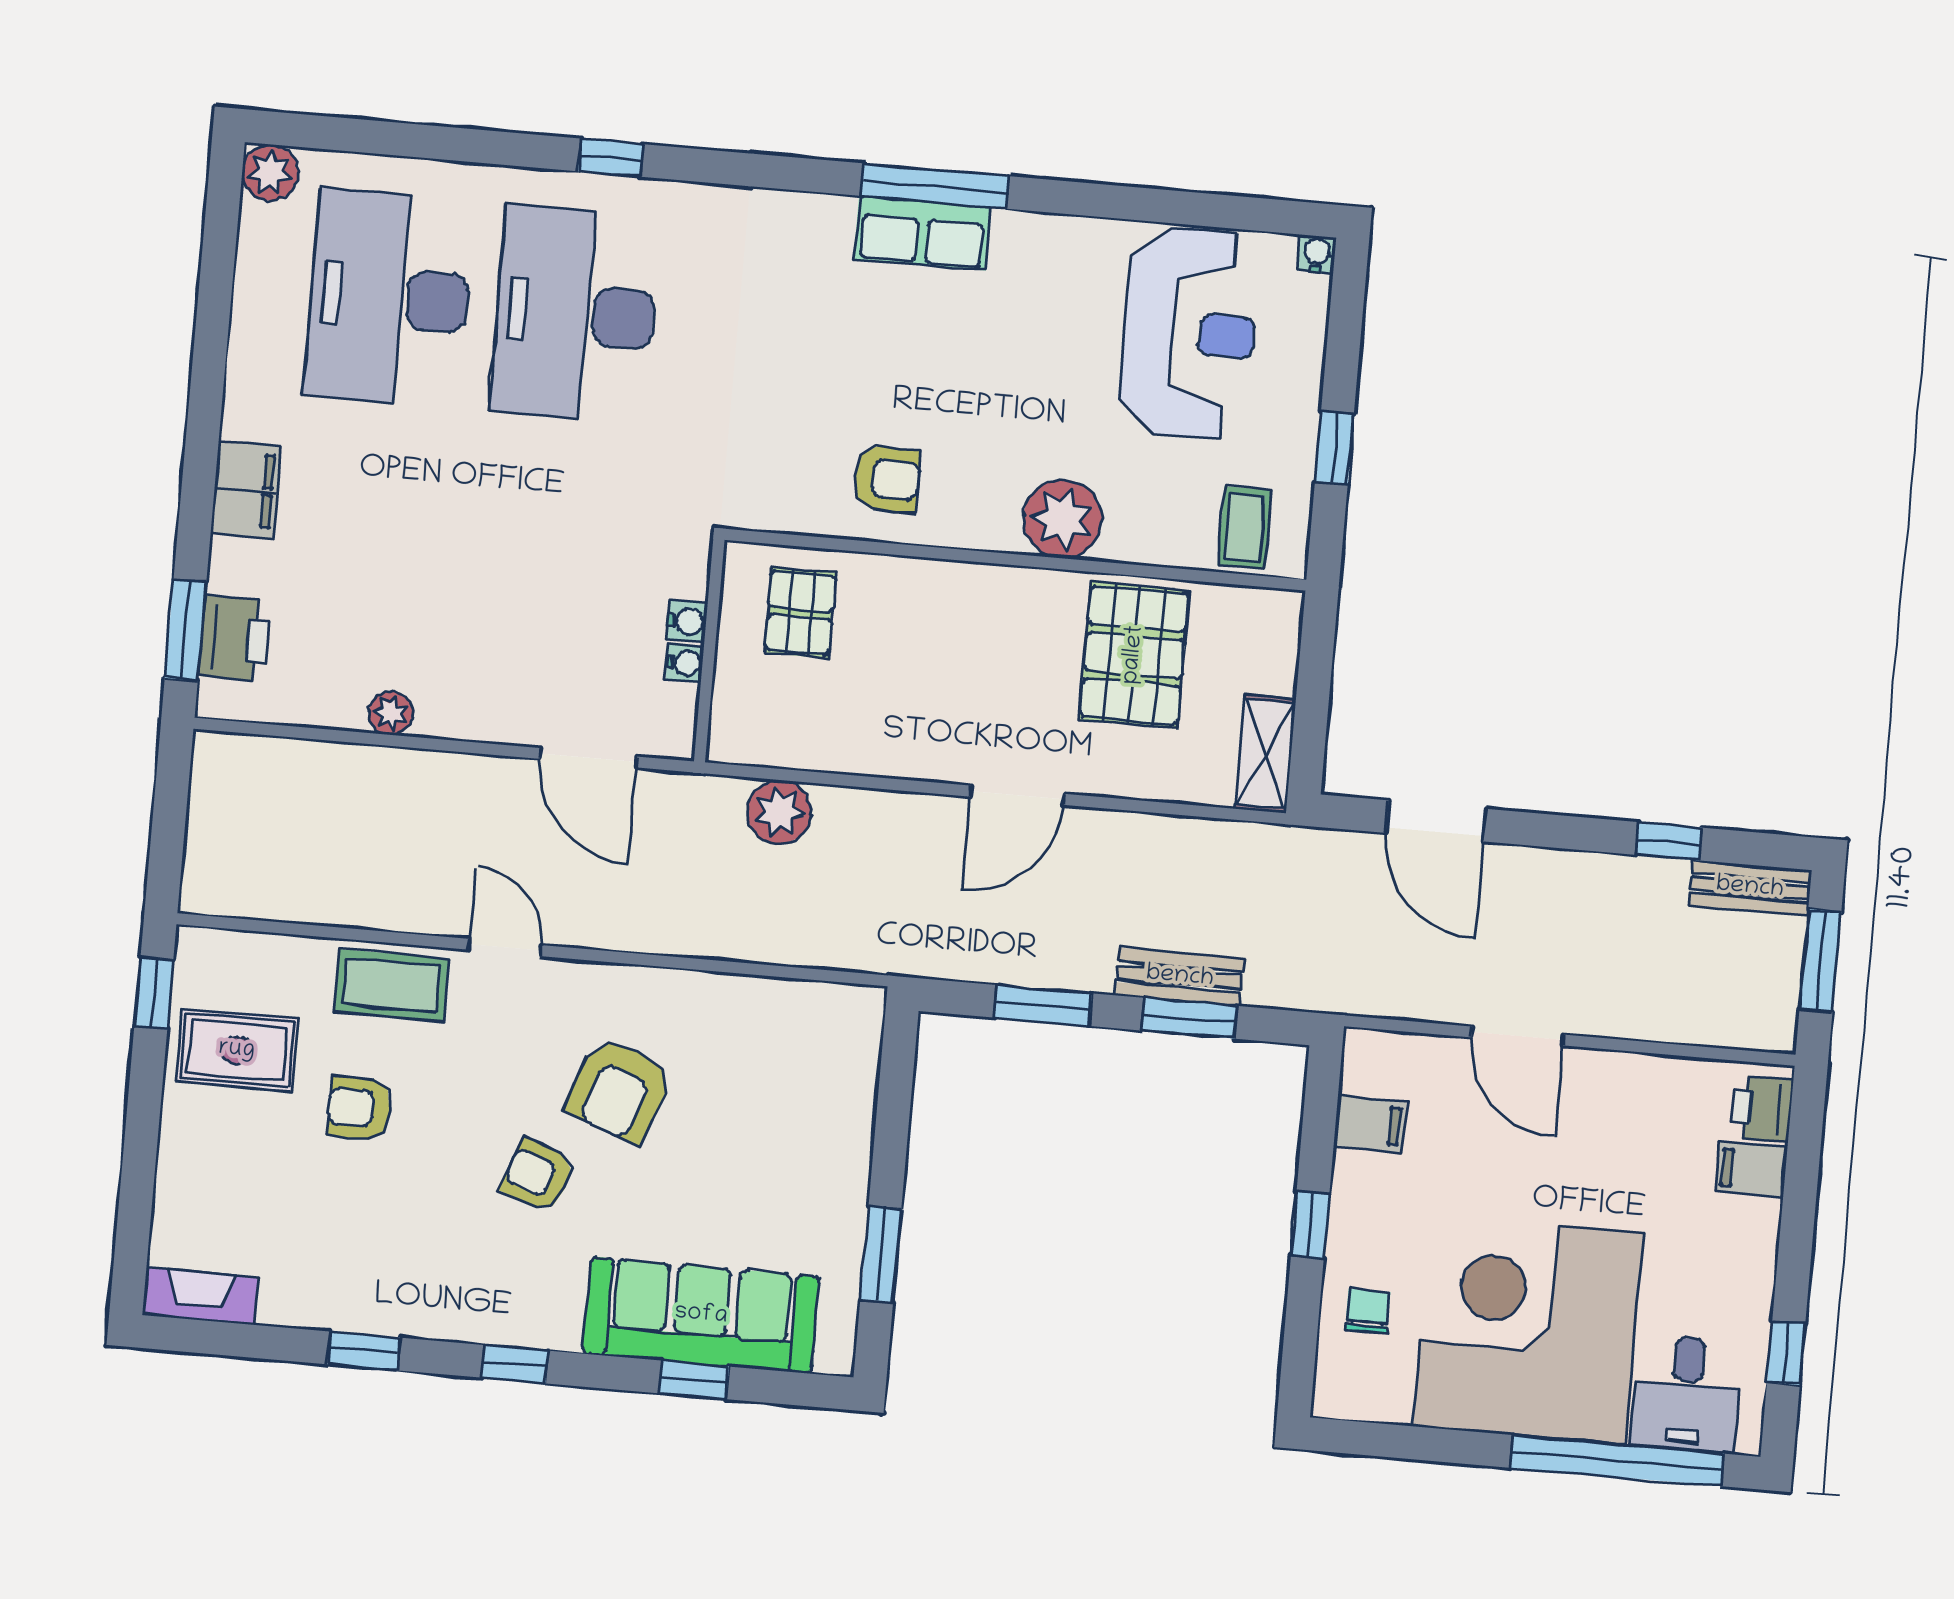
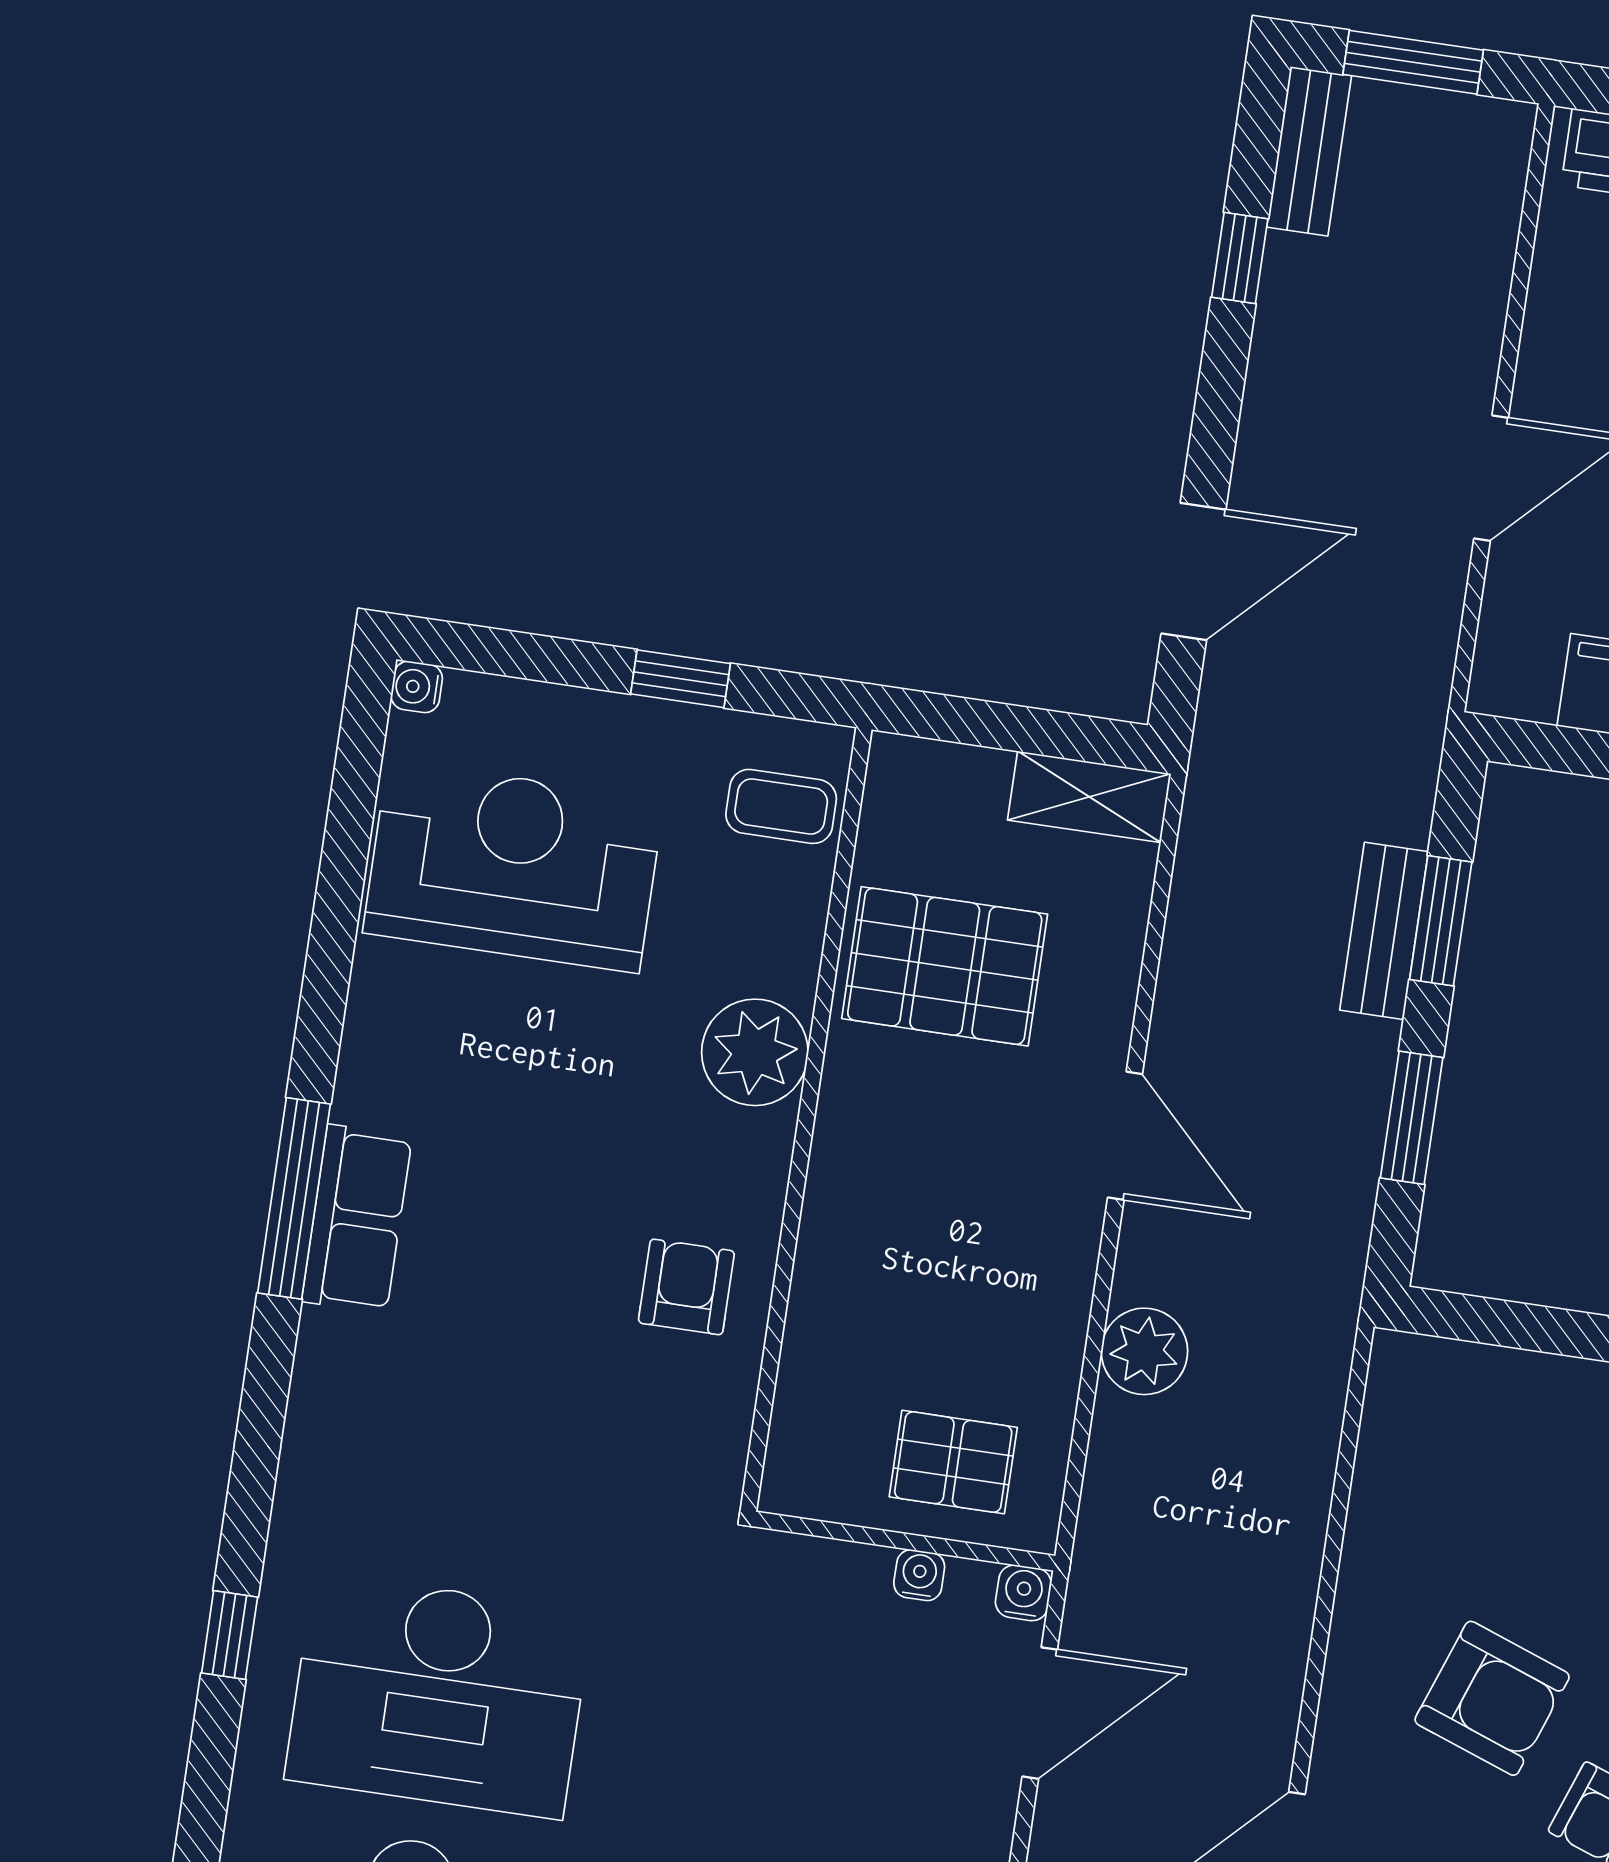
pallet: (800, 613) -> (953, 1462), moved
water cooler: (687, 621) -> (1023, 1593), moved
plant: (779, 812) -> (1144, 1351), moved

